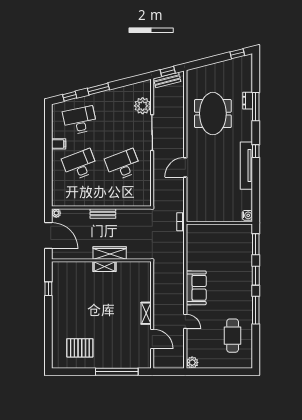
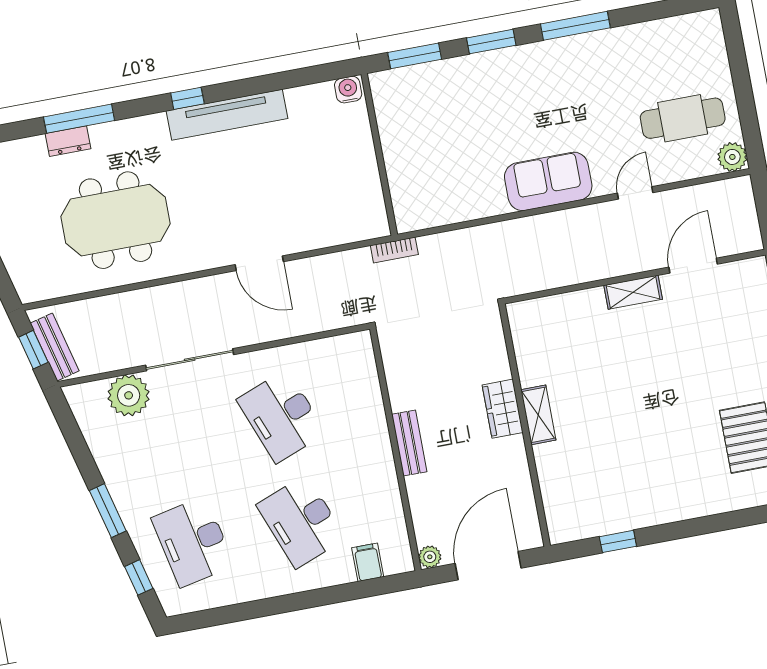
filing cabinet: (59, 144) -> (368, 562), moved
wardrobe: (110, 253) -> (503, 409), width x0.67
cafe table: (233, 336) -> (683, 118), moved

